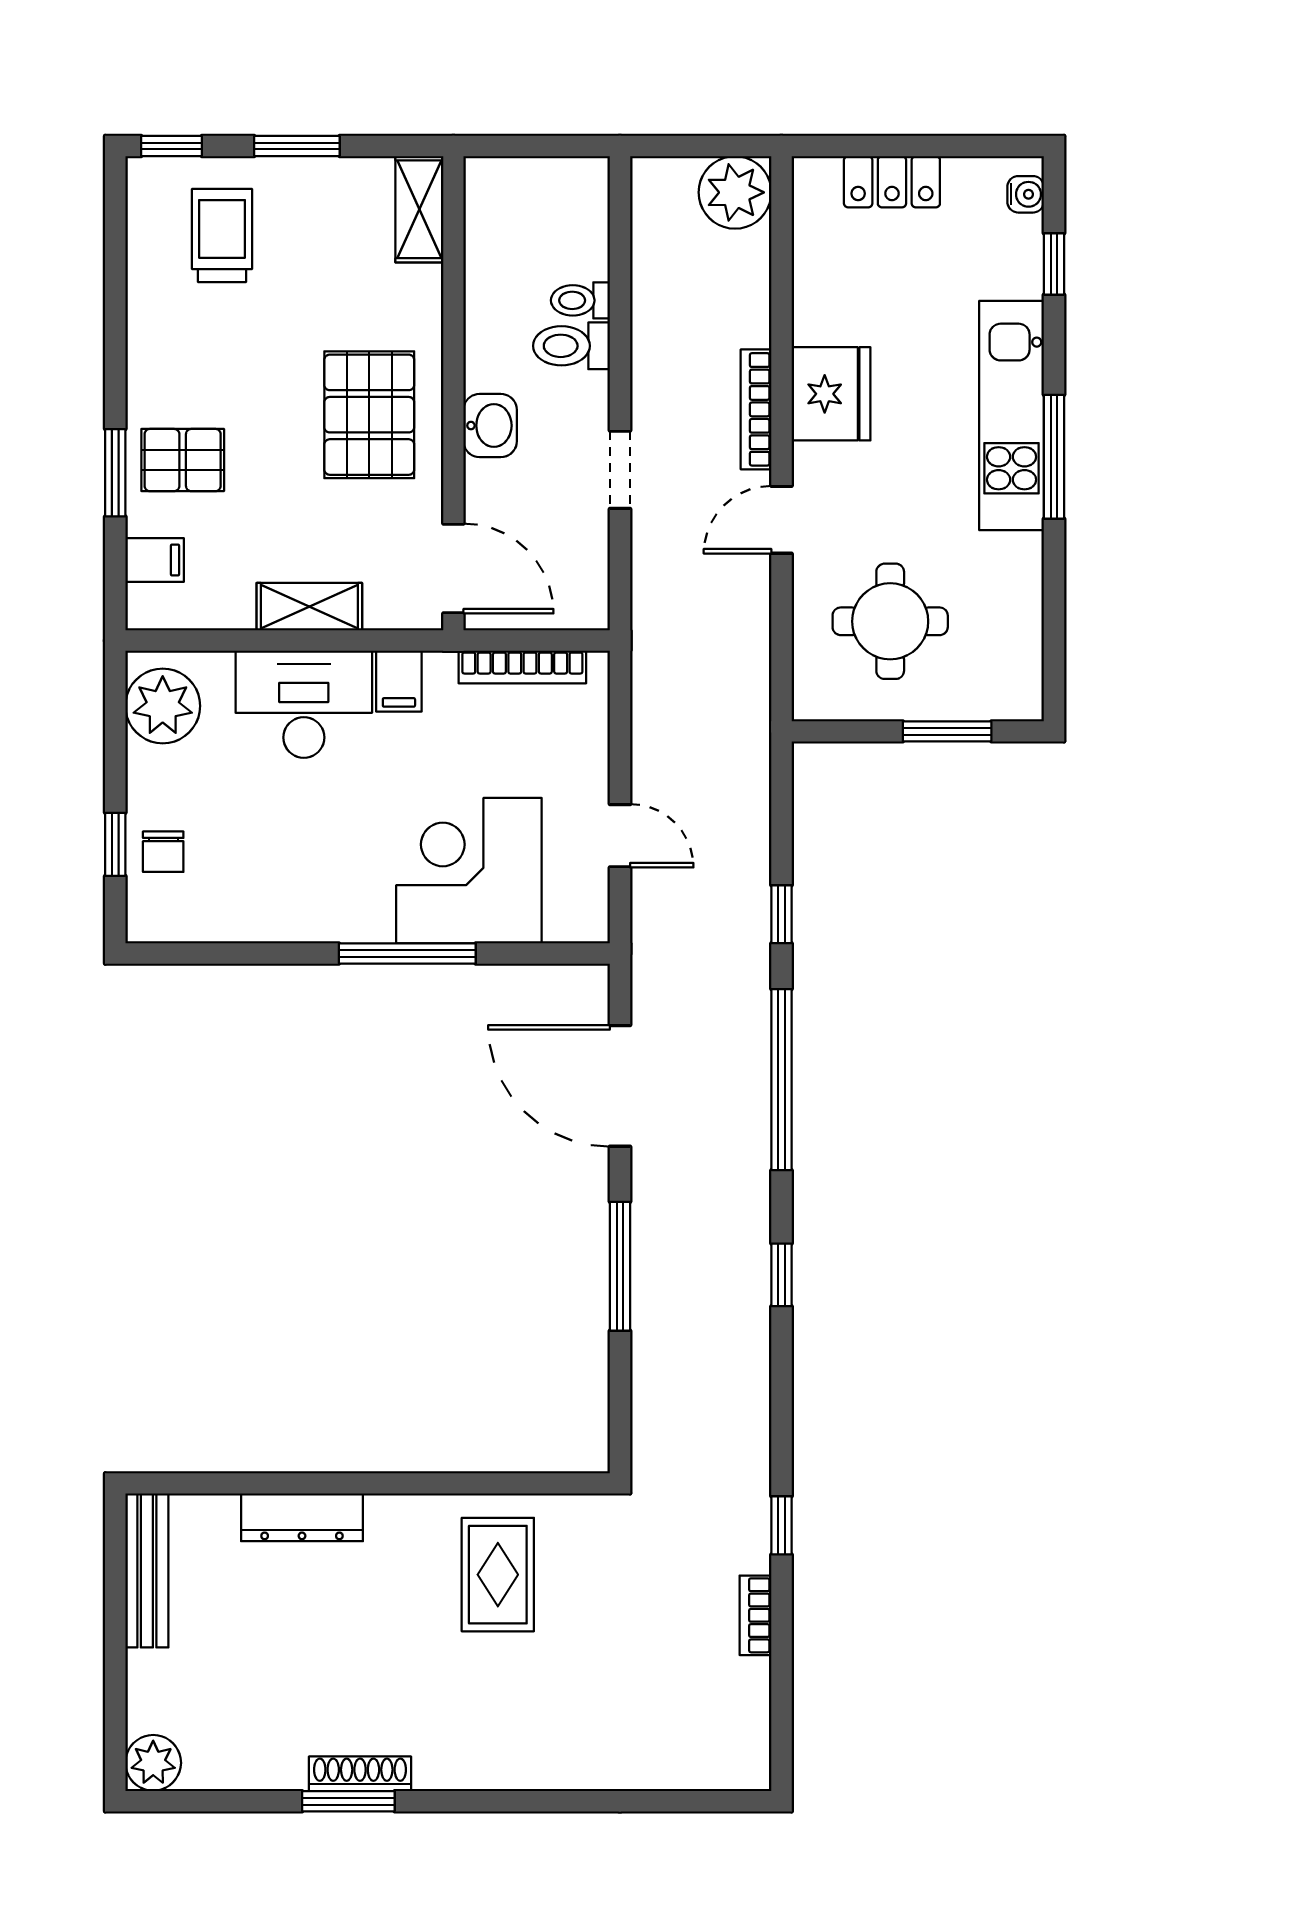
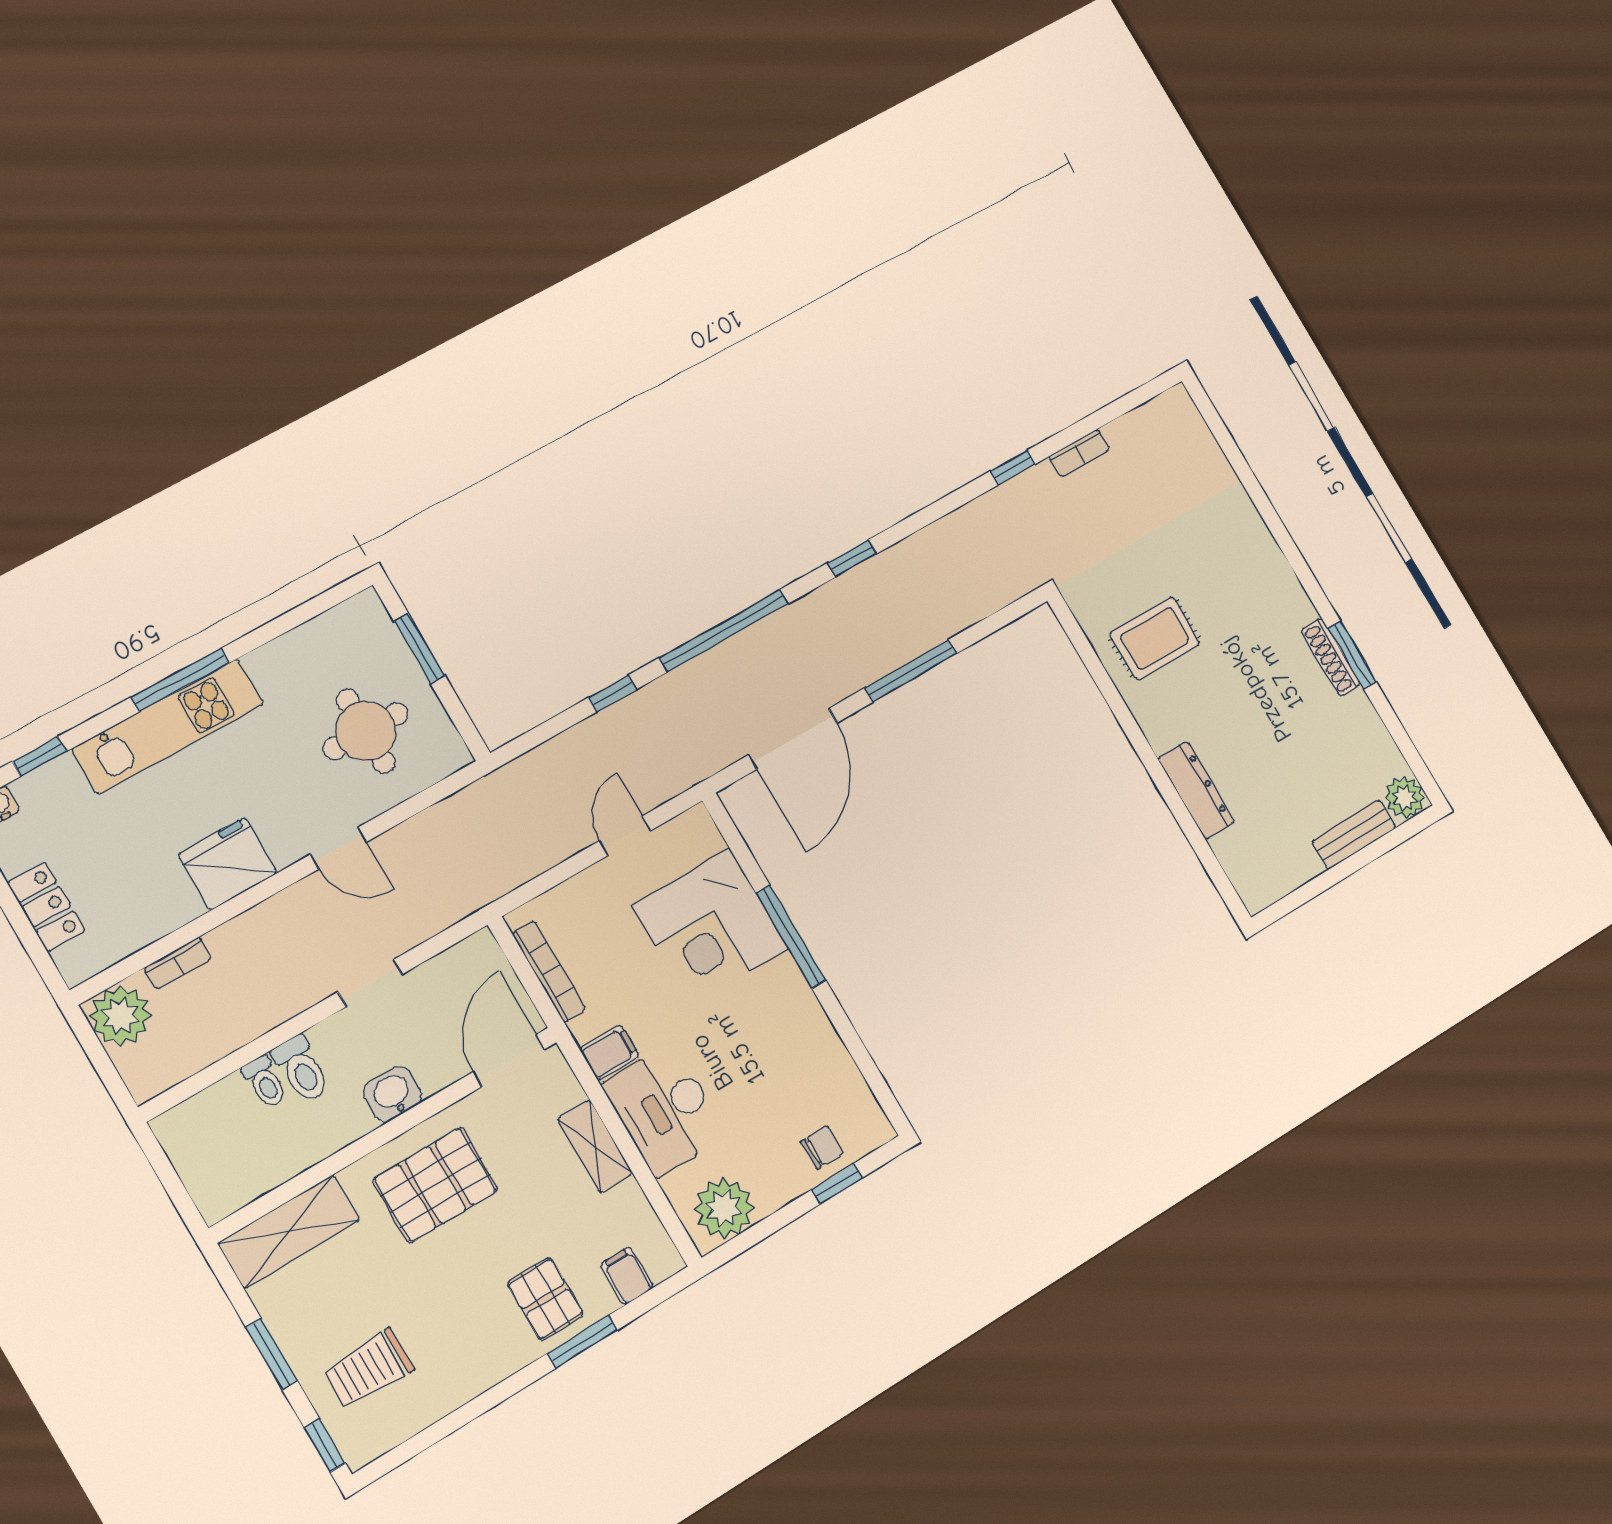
shelving: (419, 209) -> (289, 1232), width x1.50, depth x1.33
bookcase: (756, 409) -> (178, 963), moved, width x0.64
bench: (147, 1570) -> (1354, 835), moved, width x0.73

